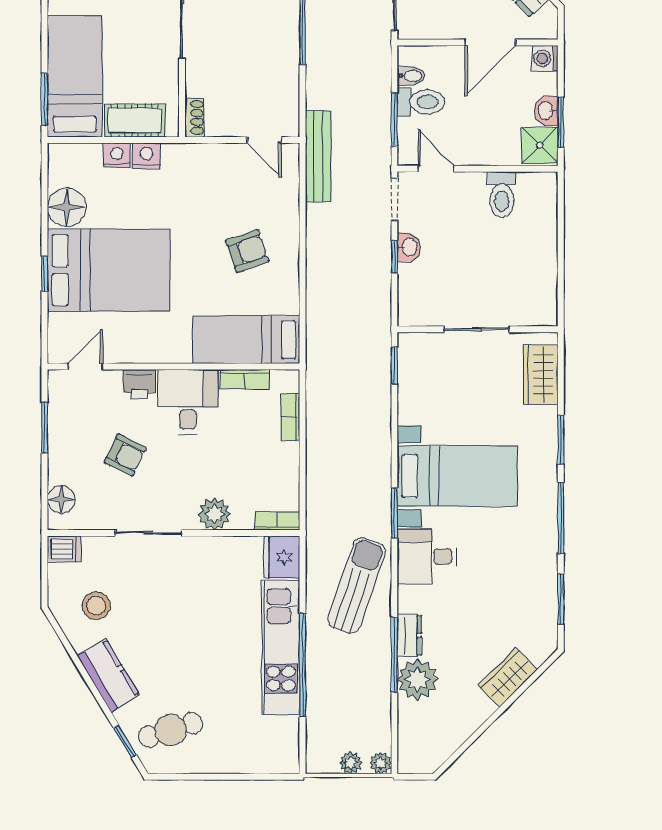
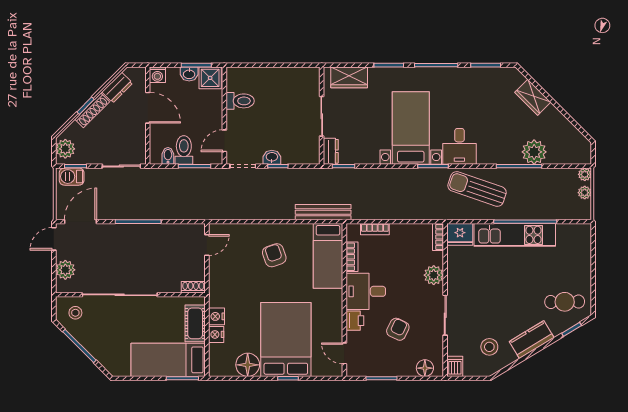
bench: (318, 156) -> (323, 212), moved
dresser: (409, 635) -> (331, 151), moved, turned 90
cafe table: (171, 730) -> (565, 302), turned -74

